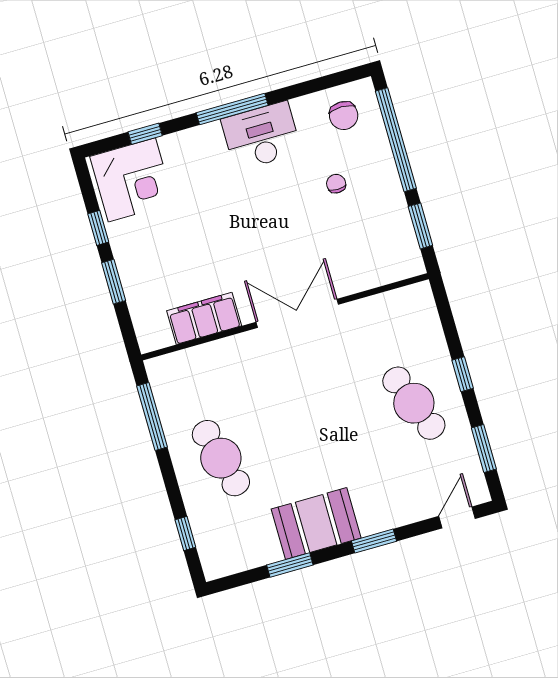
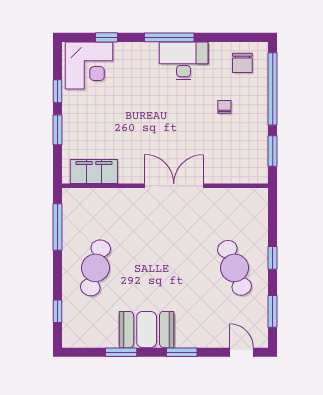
filing cabinet: (204, 318) -> (94, 172), moved
cafe table: (221, 458) -> (95, 268), turned 30
door: (457, 517) -> (242, 352), hinge flipped

